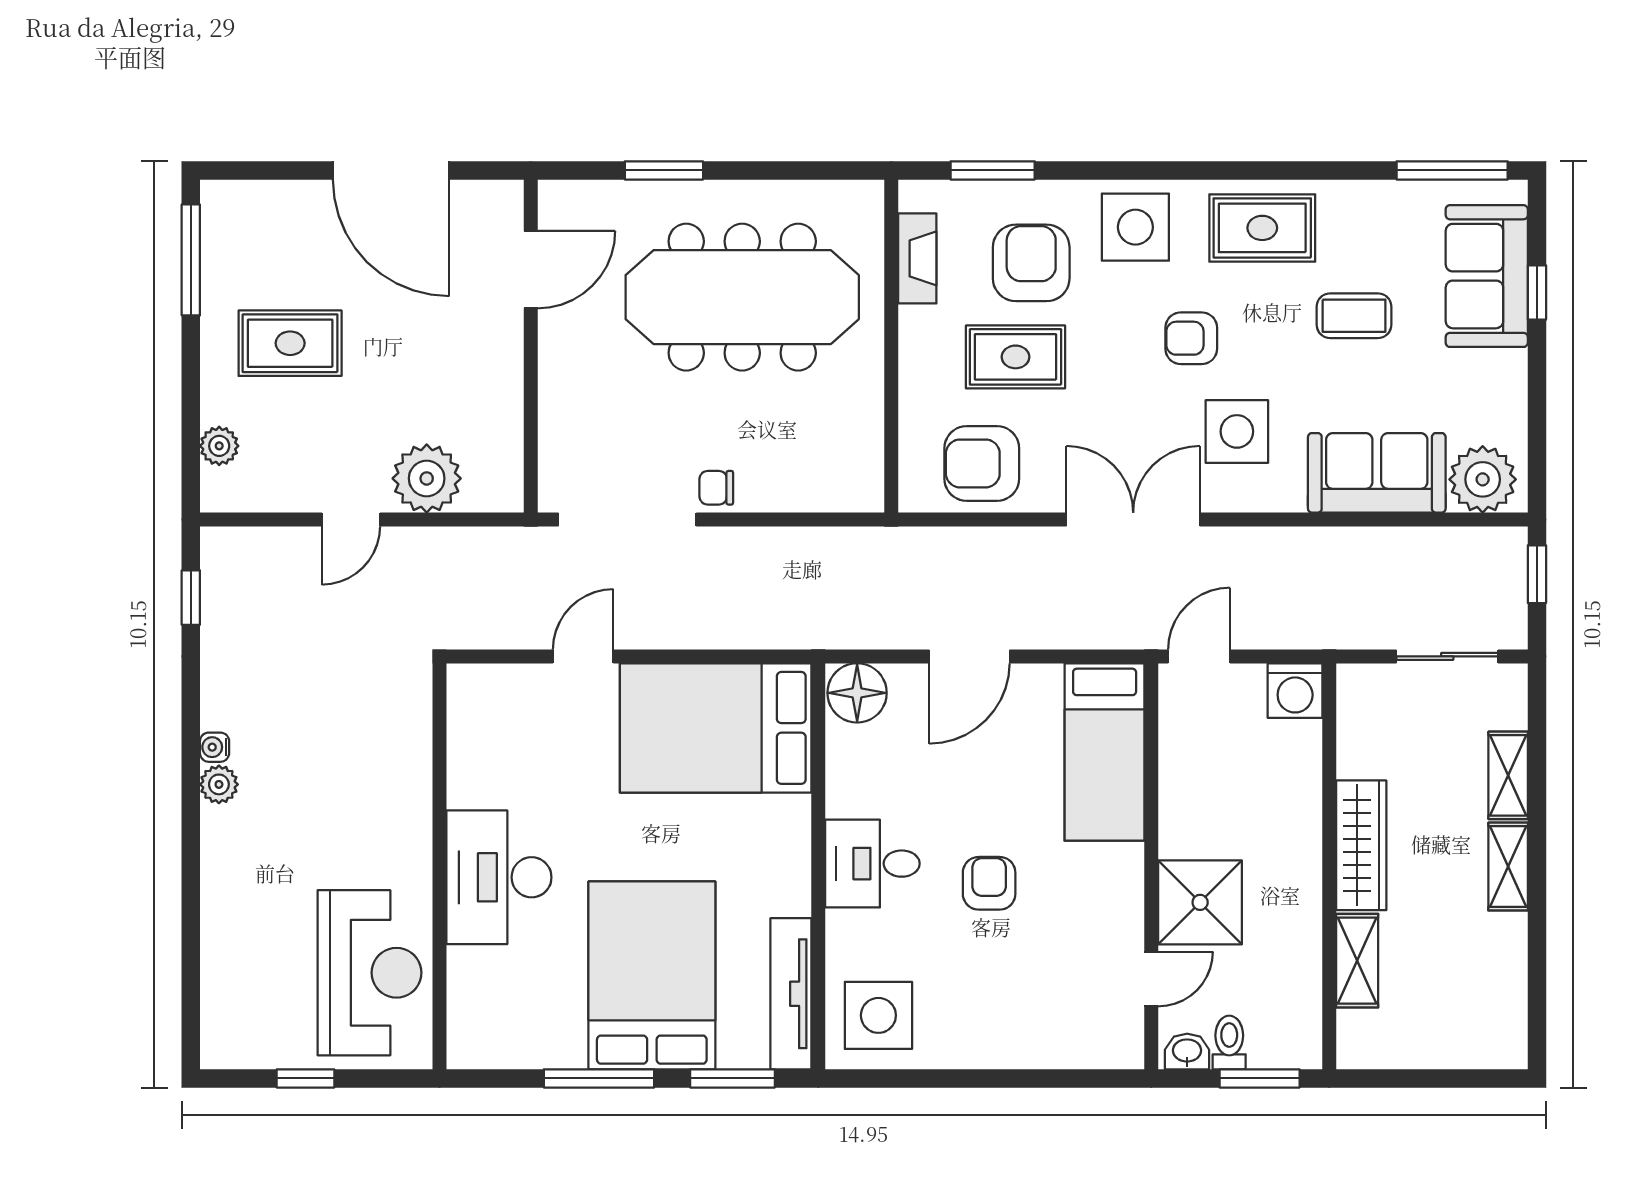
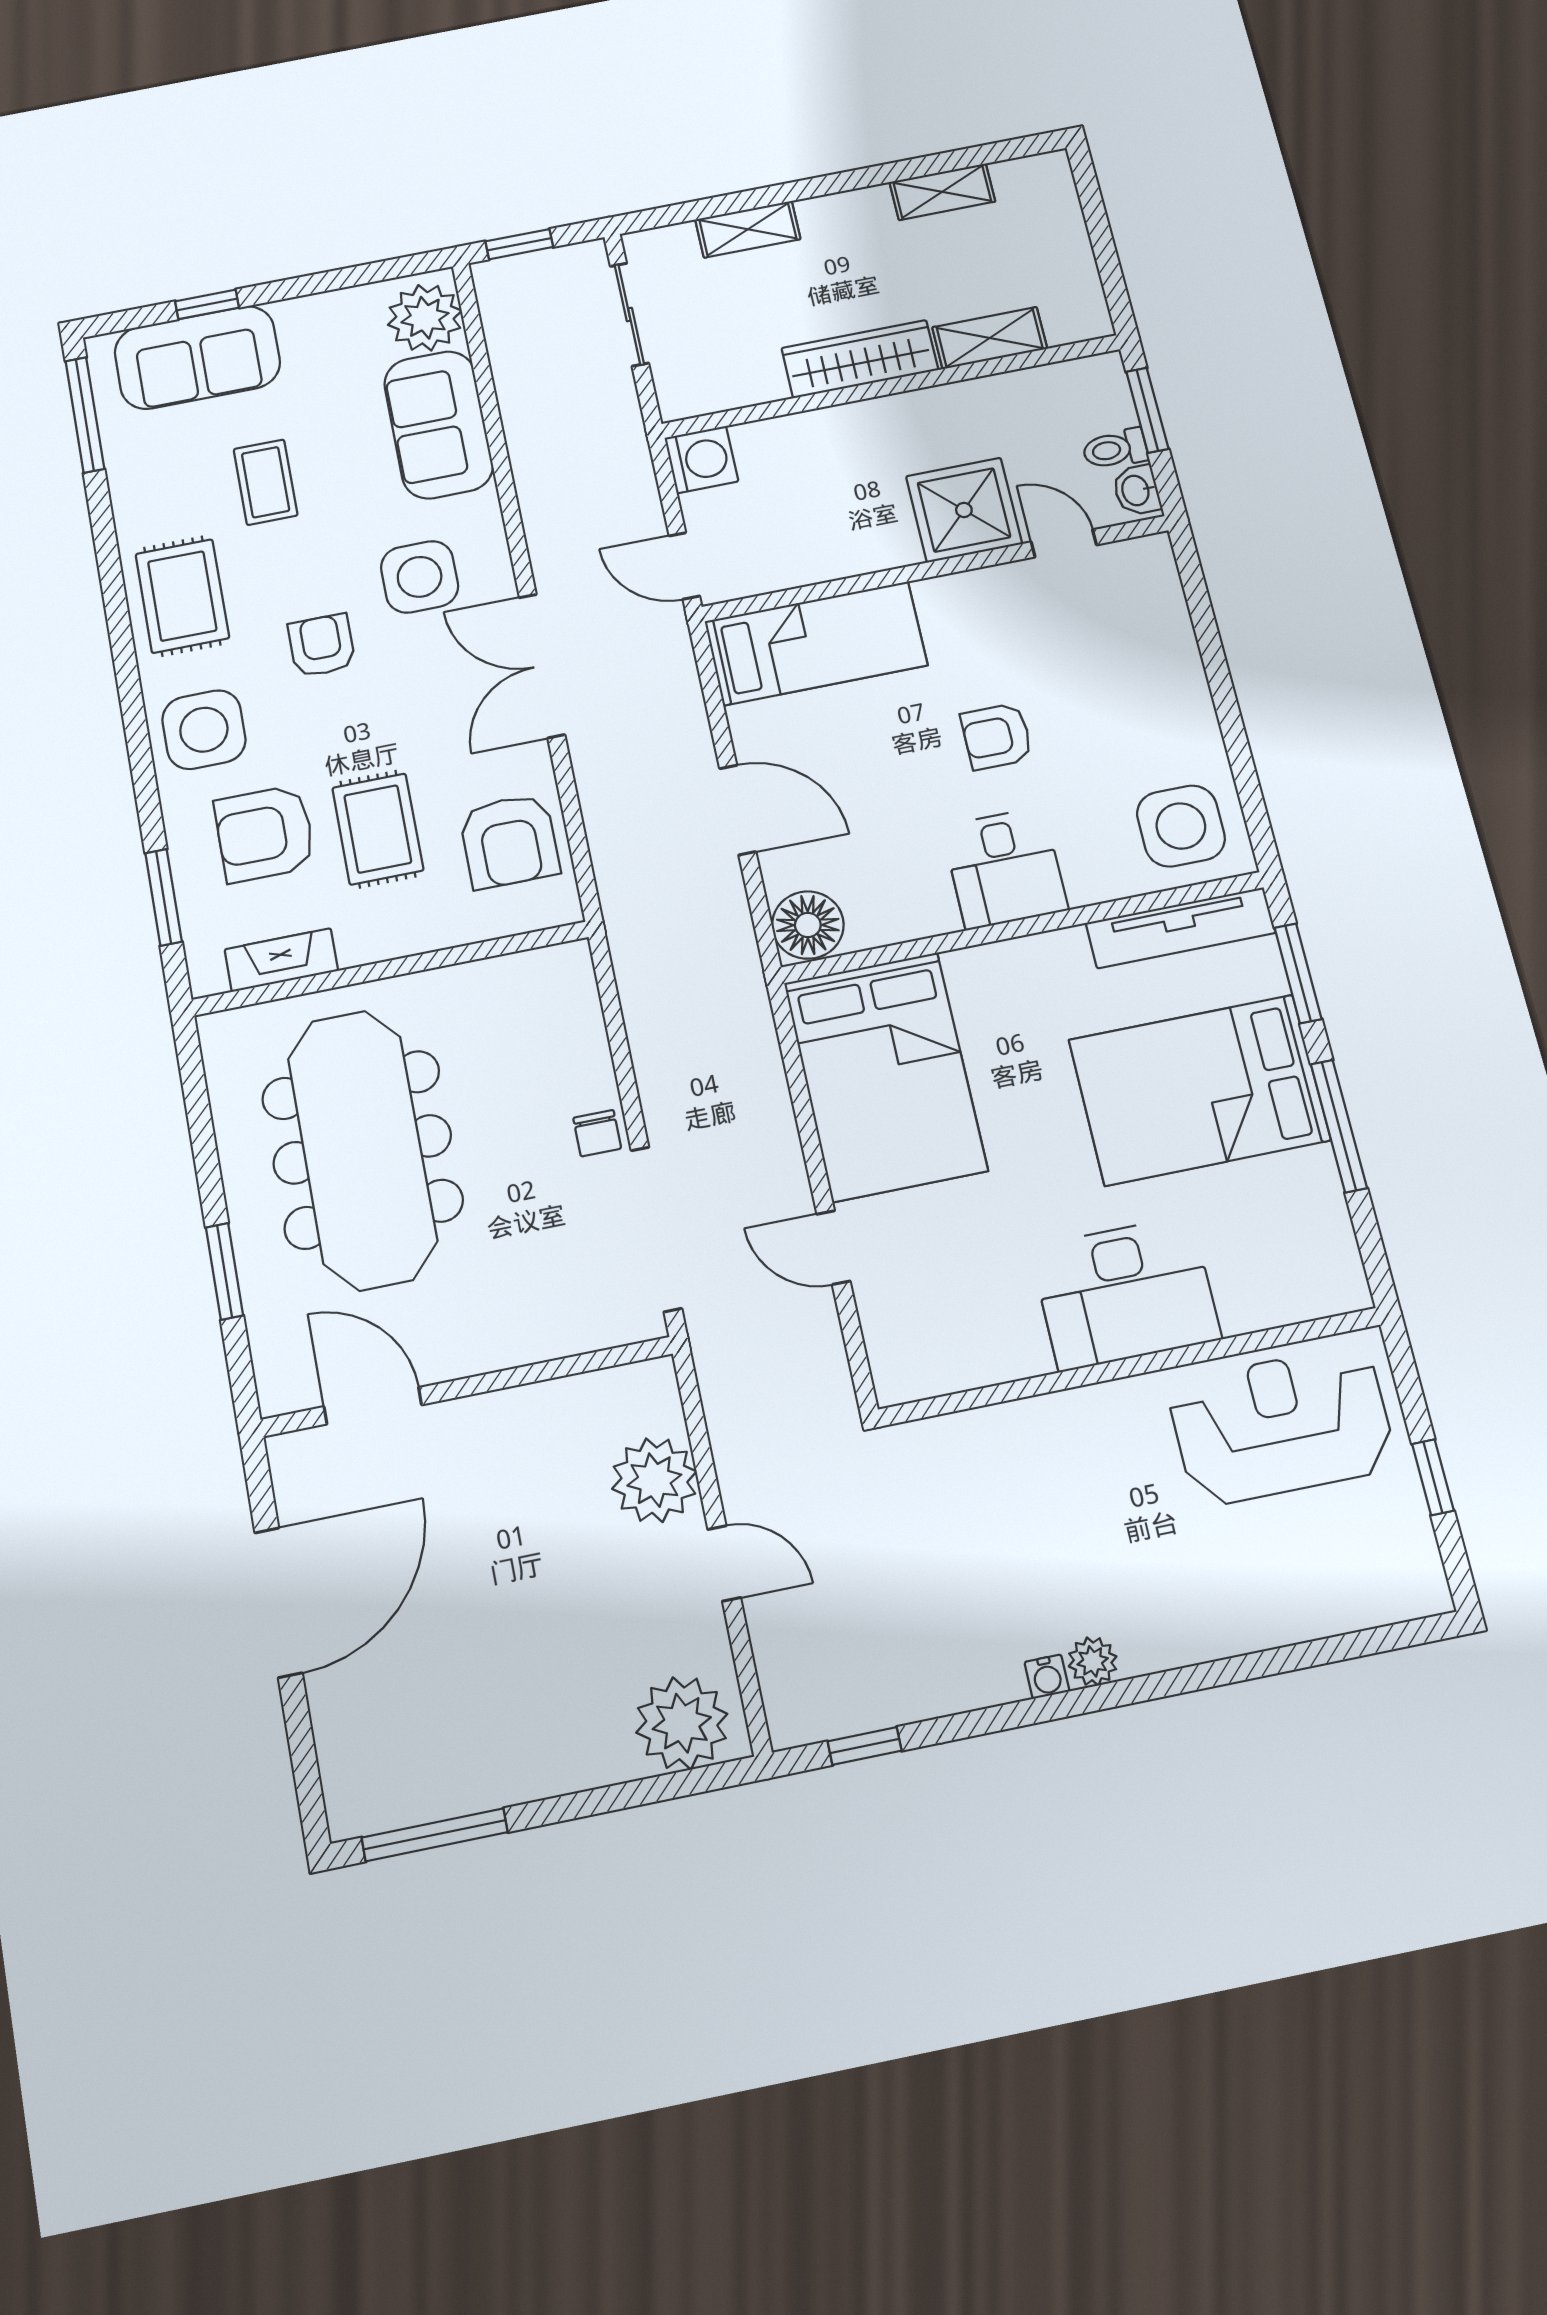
armchair: (1191, 338) -> (322, 645), turned 180
rug: (290, 343) -> (518, 1685), removed
plant: (219, 446) -> (682, 1723), width x1.88, depth x1.88
shelving: (1508, 867) -> (942, 192), moved

